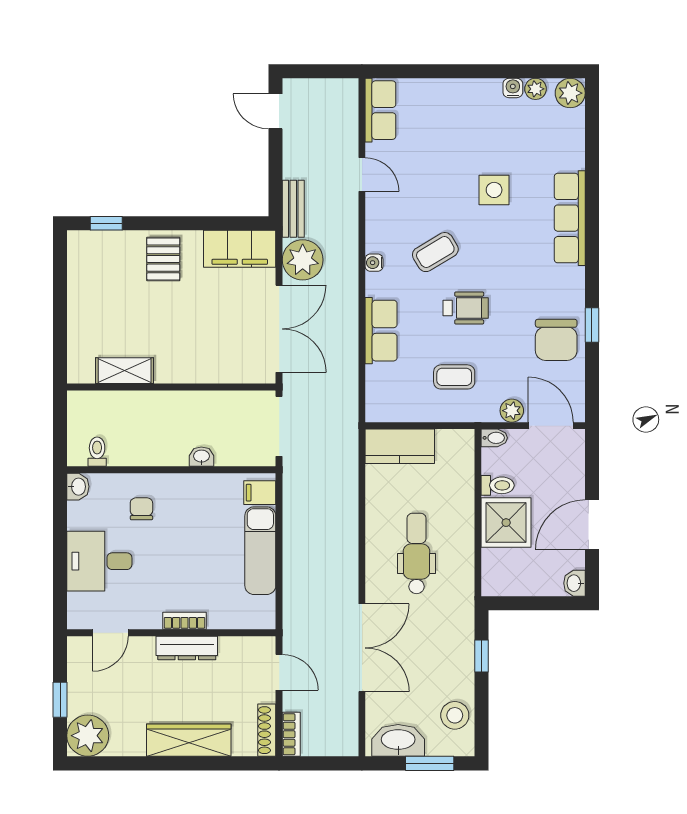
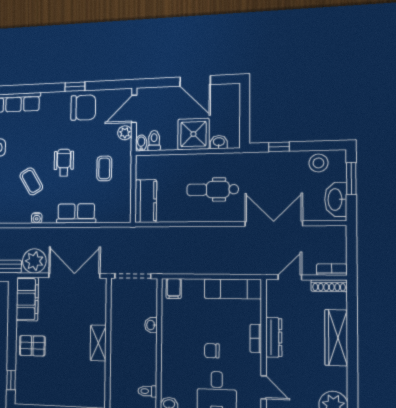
shelving: (125, 371) -> (98, 343), moved
toilet: (498, 485) -> (154, 141), moved
chair: (141, 509) -> (212, 351), moved
exam couch: (260, 551) -> (233, 289), moved
washbasin: (574, 583) -> (219, 142), moved, turned 180

